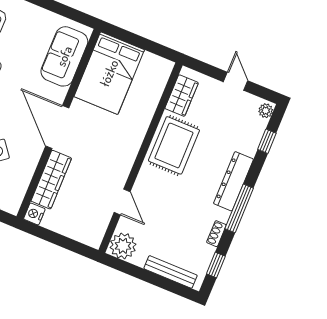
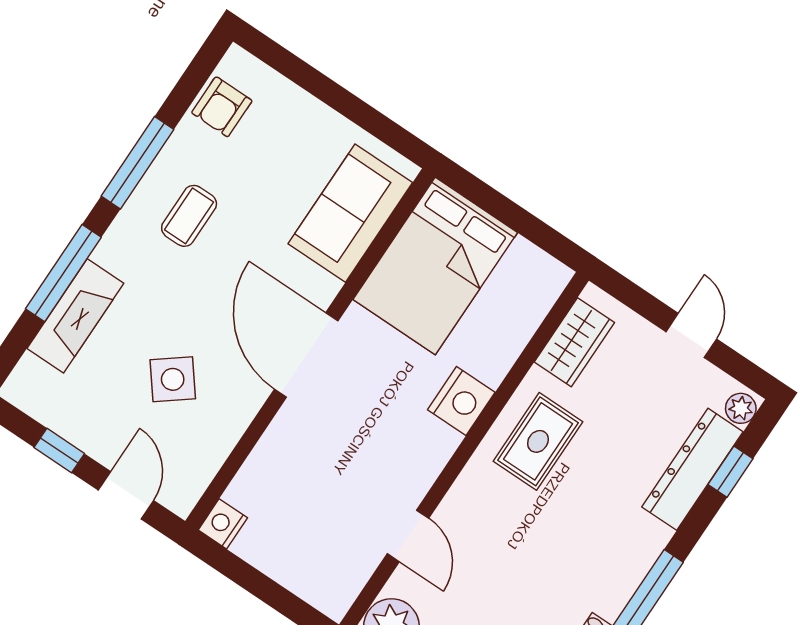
nightstand: (134, 134) -> (461, 401), added
rug: (174, 145) -> (538, 441), width x0.73, depth x0.70
wardrobe: (51, 180) -> (272, 460), removed
dresser: (233, 181) -> (692, 469), moved

